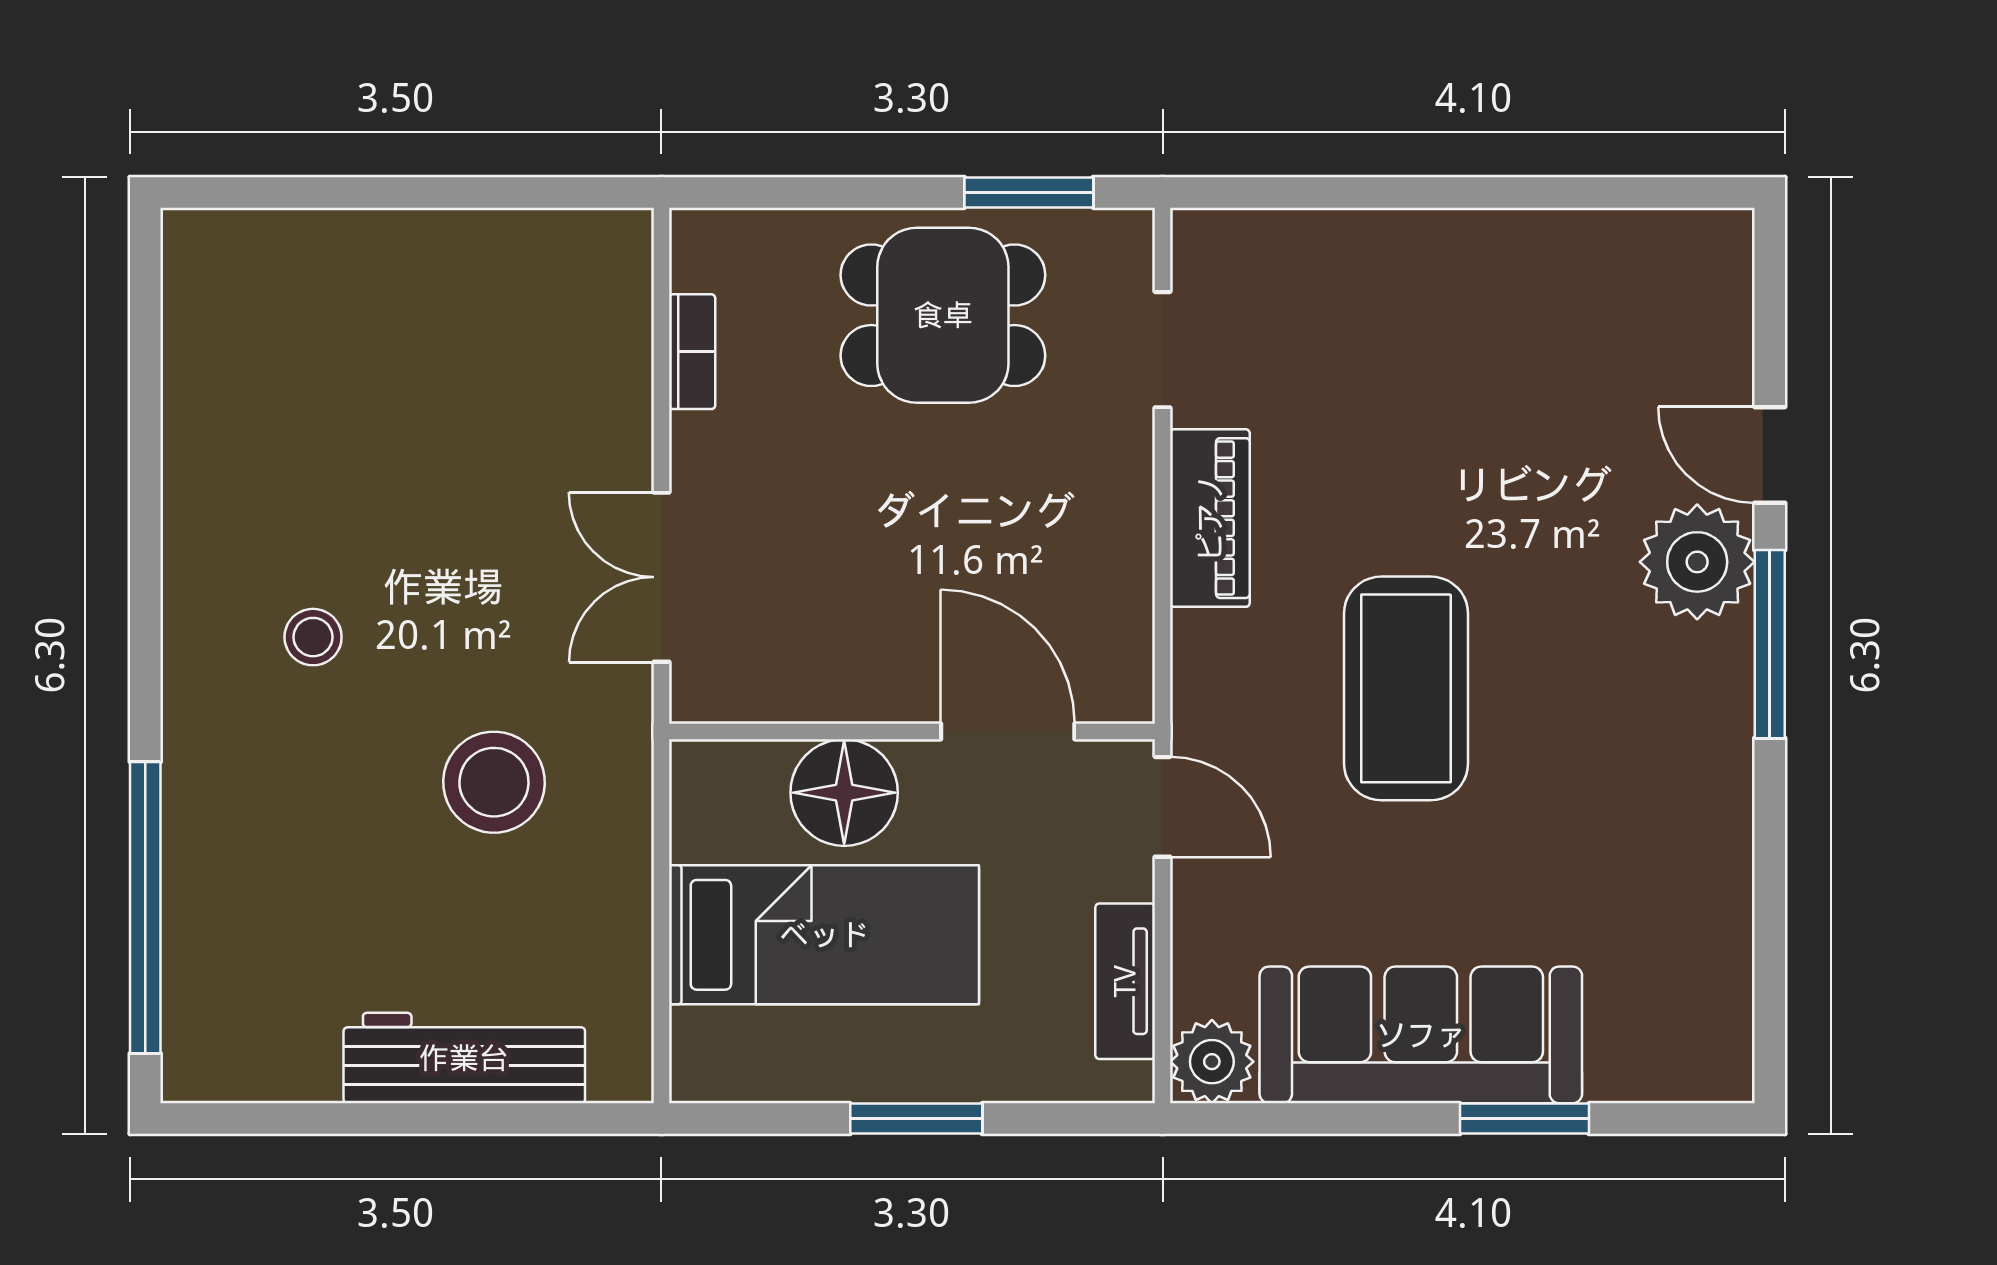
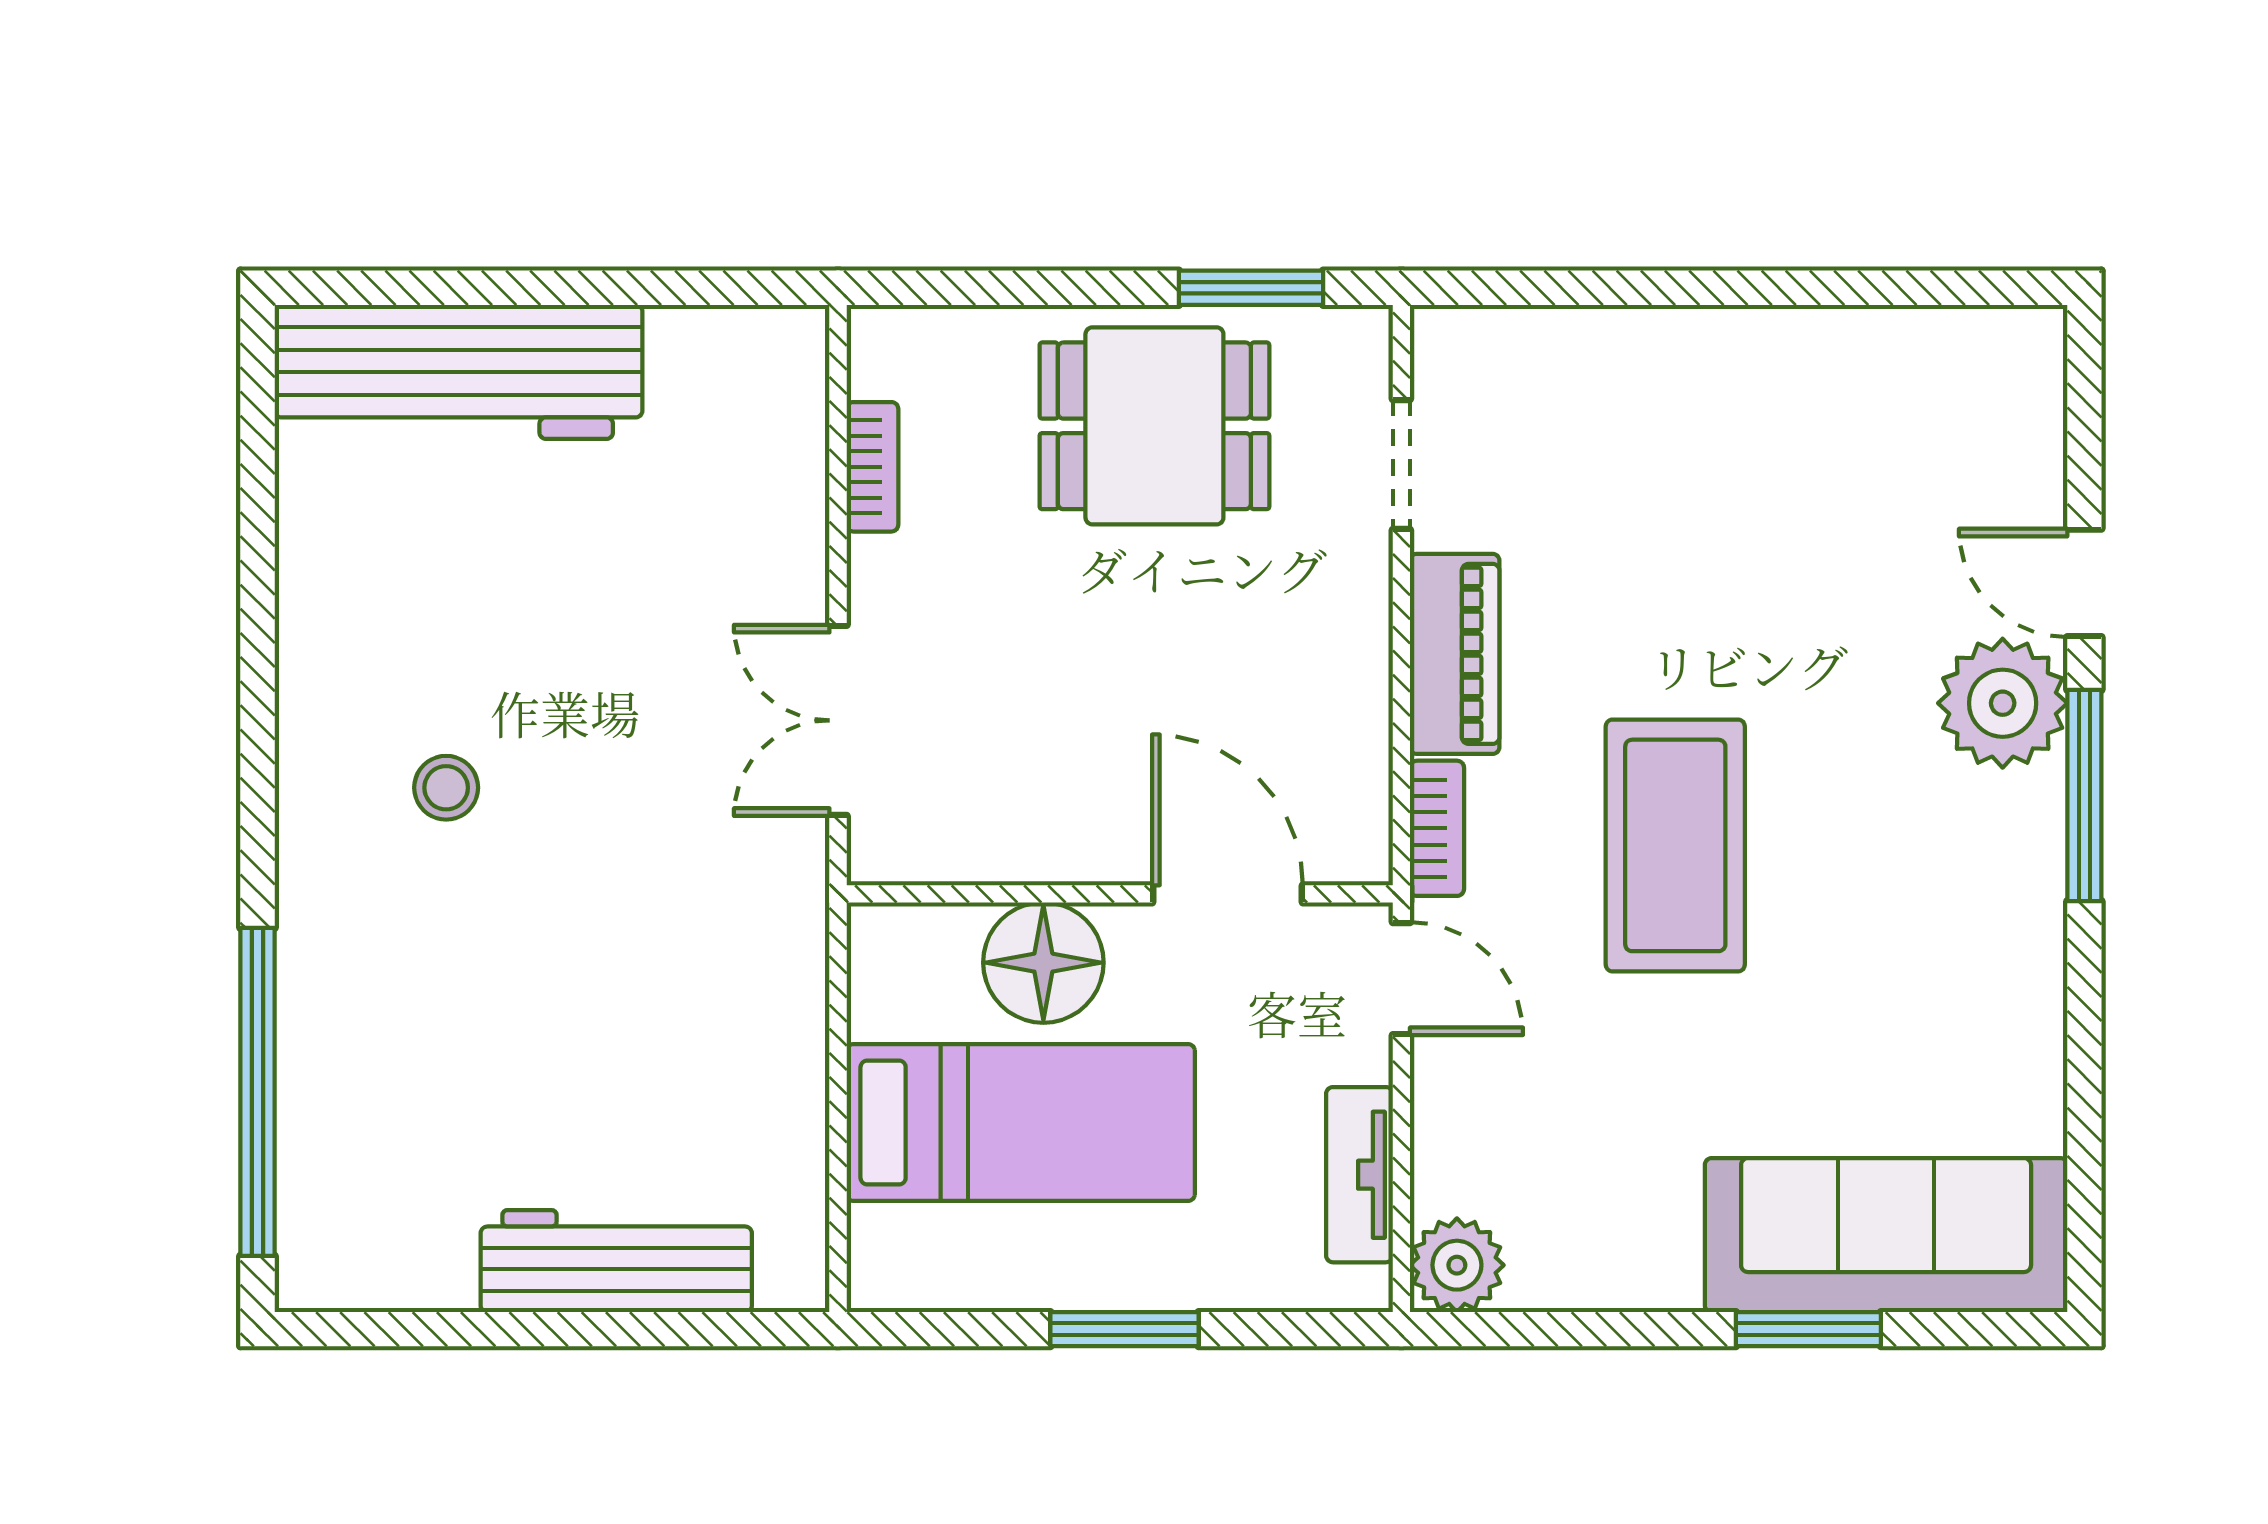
workbench: (324, 267) -> (459, 372), added
bookcase: (1194, 673) -> (1437, 828), added
stool: (494, 782) -> (650, 951), removed
sofa: (1421, 1035) -> (1886, 1235), moved

